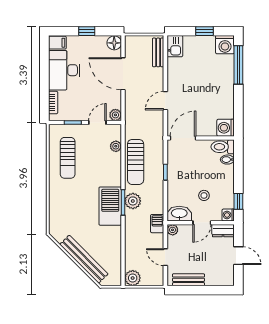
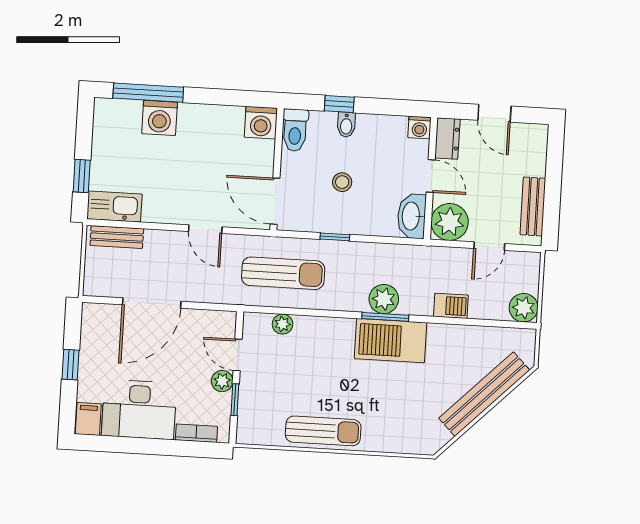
window: (204, 31) -> (82, 176), moved
floor lamp: (114, 43) -> (95, 316), removed
washing machine: (225, 45) -> (160, 118), moved, turned 90
kitchen sink: (175, 46) -> (114, 206), width x1.38
plant: (115, 115) -> (222, 381), moved
sun lounger: (68, 158) -> (323, 431), moved
bidet: (227, 160) -> (346, 125), moved
sun lounger: (136, 162) -> (283, 273), moved
stool: (204, 195) -> (342, 182), moved
window: (238, 201) -> (339, 104), moved
barbecue: (157, 224) -> (451, 306), moved, turned 180
plant: (173, 230) -> (450, 222), width x1.88, depth x1.88
door: (238, 256) -> (494, 113), swing flipped

